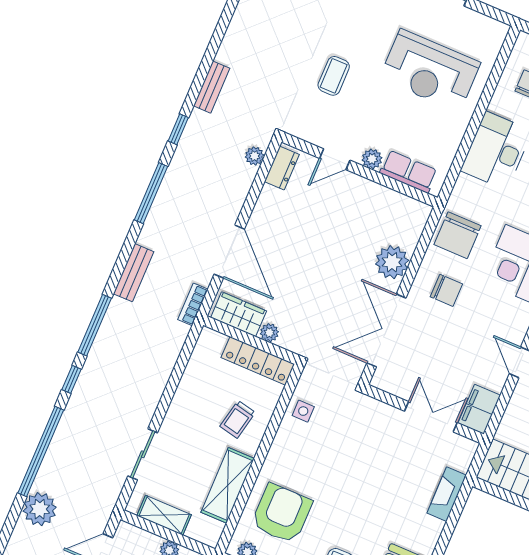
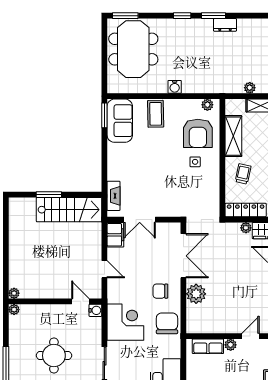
side table: (303, 411) -> (195, 162), moved
fireplace: (447, 494) -> (113, 196), moved

